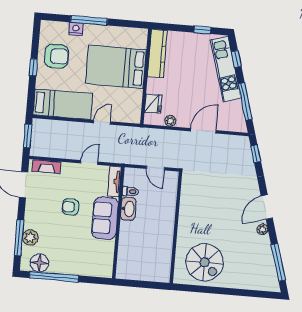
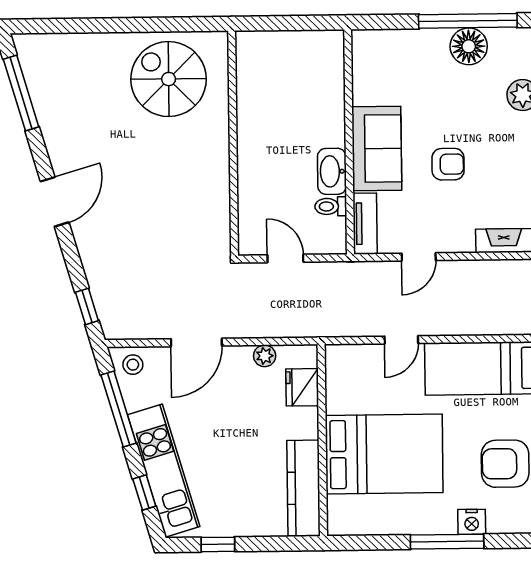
stool: (236, 123) -> (133, 365), added
plant: (262, 229) -> (59, 156), removed
floor lamp: (39, 263) -> (469, 46), moved

